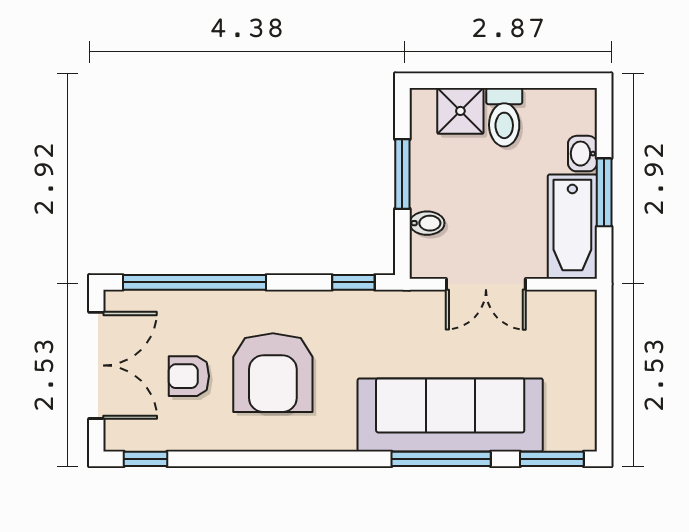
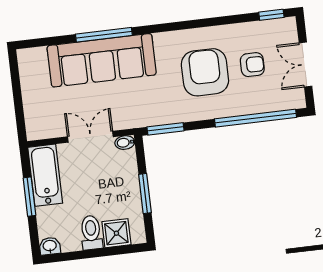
washbasin: (583, 154) -> (50, 246), moved, turned -90
bidet: (427, 223) -> (125, 143), moved
window: (353, 282) -> (165, 129), width x1.50
double door: (96, 365) -> (306, 64), width x0.73
window: (552, 459) -> (41, 42), removed

